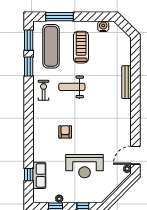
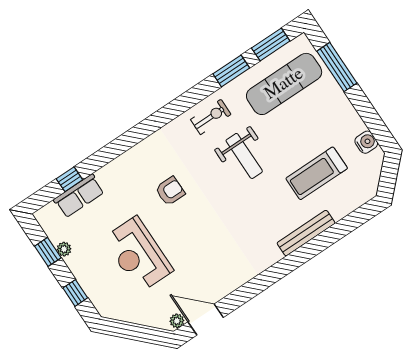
treadmill: (81, 47) -> (317, 173), moved, turned 180
weight bench: (72, 87) -> (244, 156), turned 180

